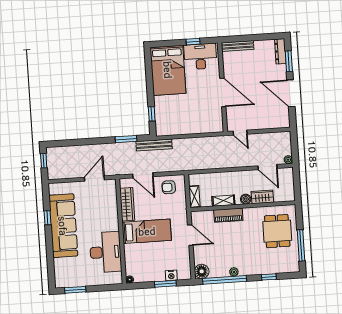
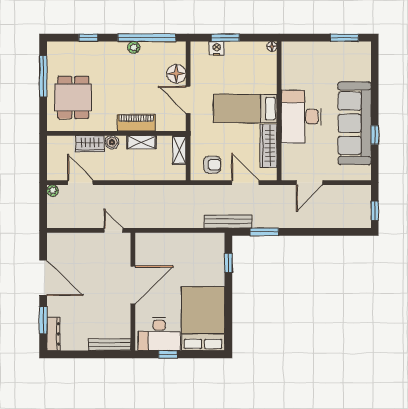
door: (223, 92) -> (133, 285), swing flipped
desk: (106, 252) -> (301, 117), moved
floor lamp: (202, 271) -> (176, 74), moved

